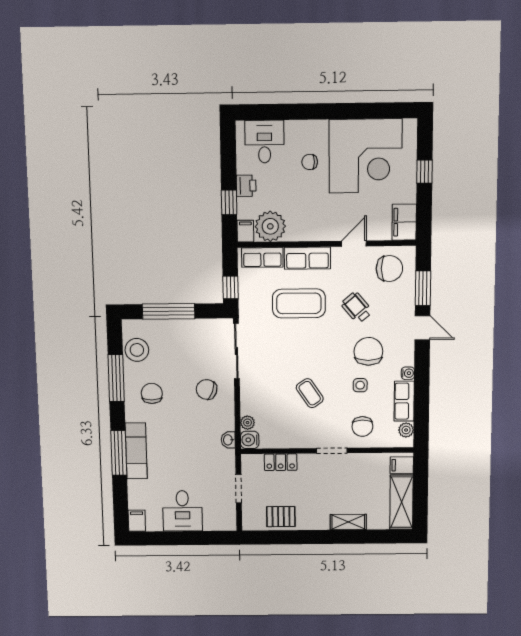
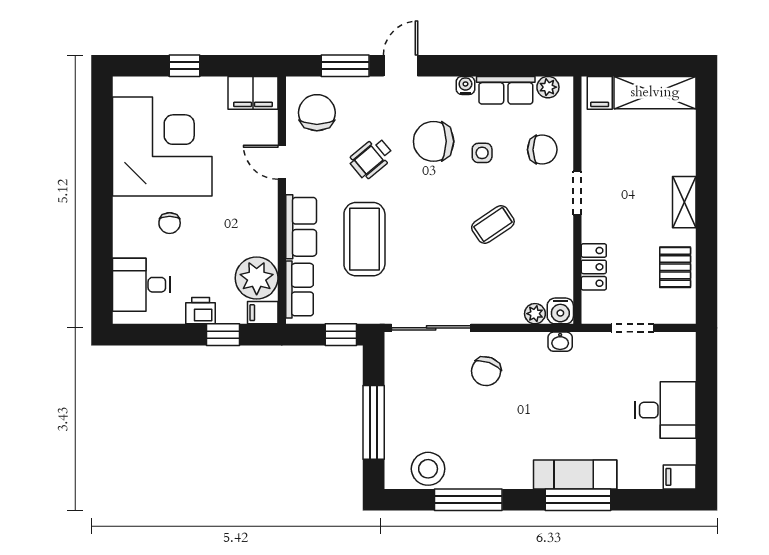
chair: (152, 393) -> (491, 450), removed
shelving: (348, 522) -> (684, 202), moved

